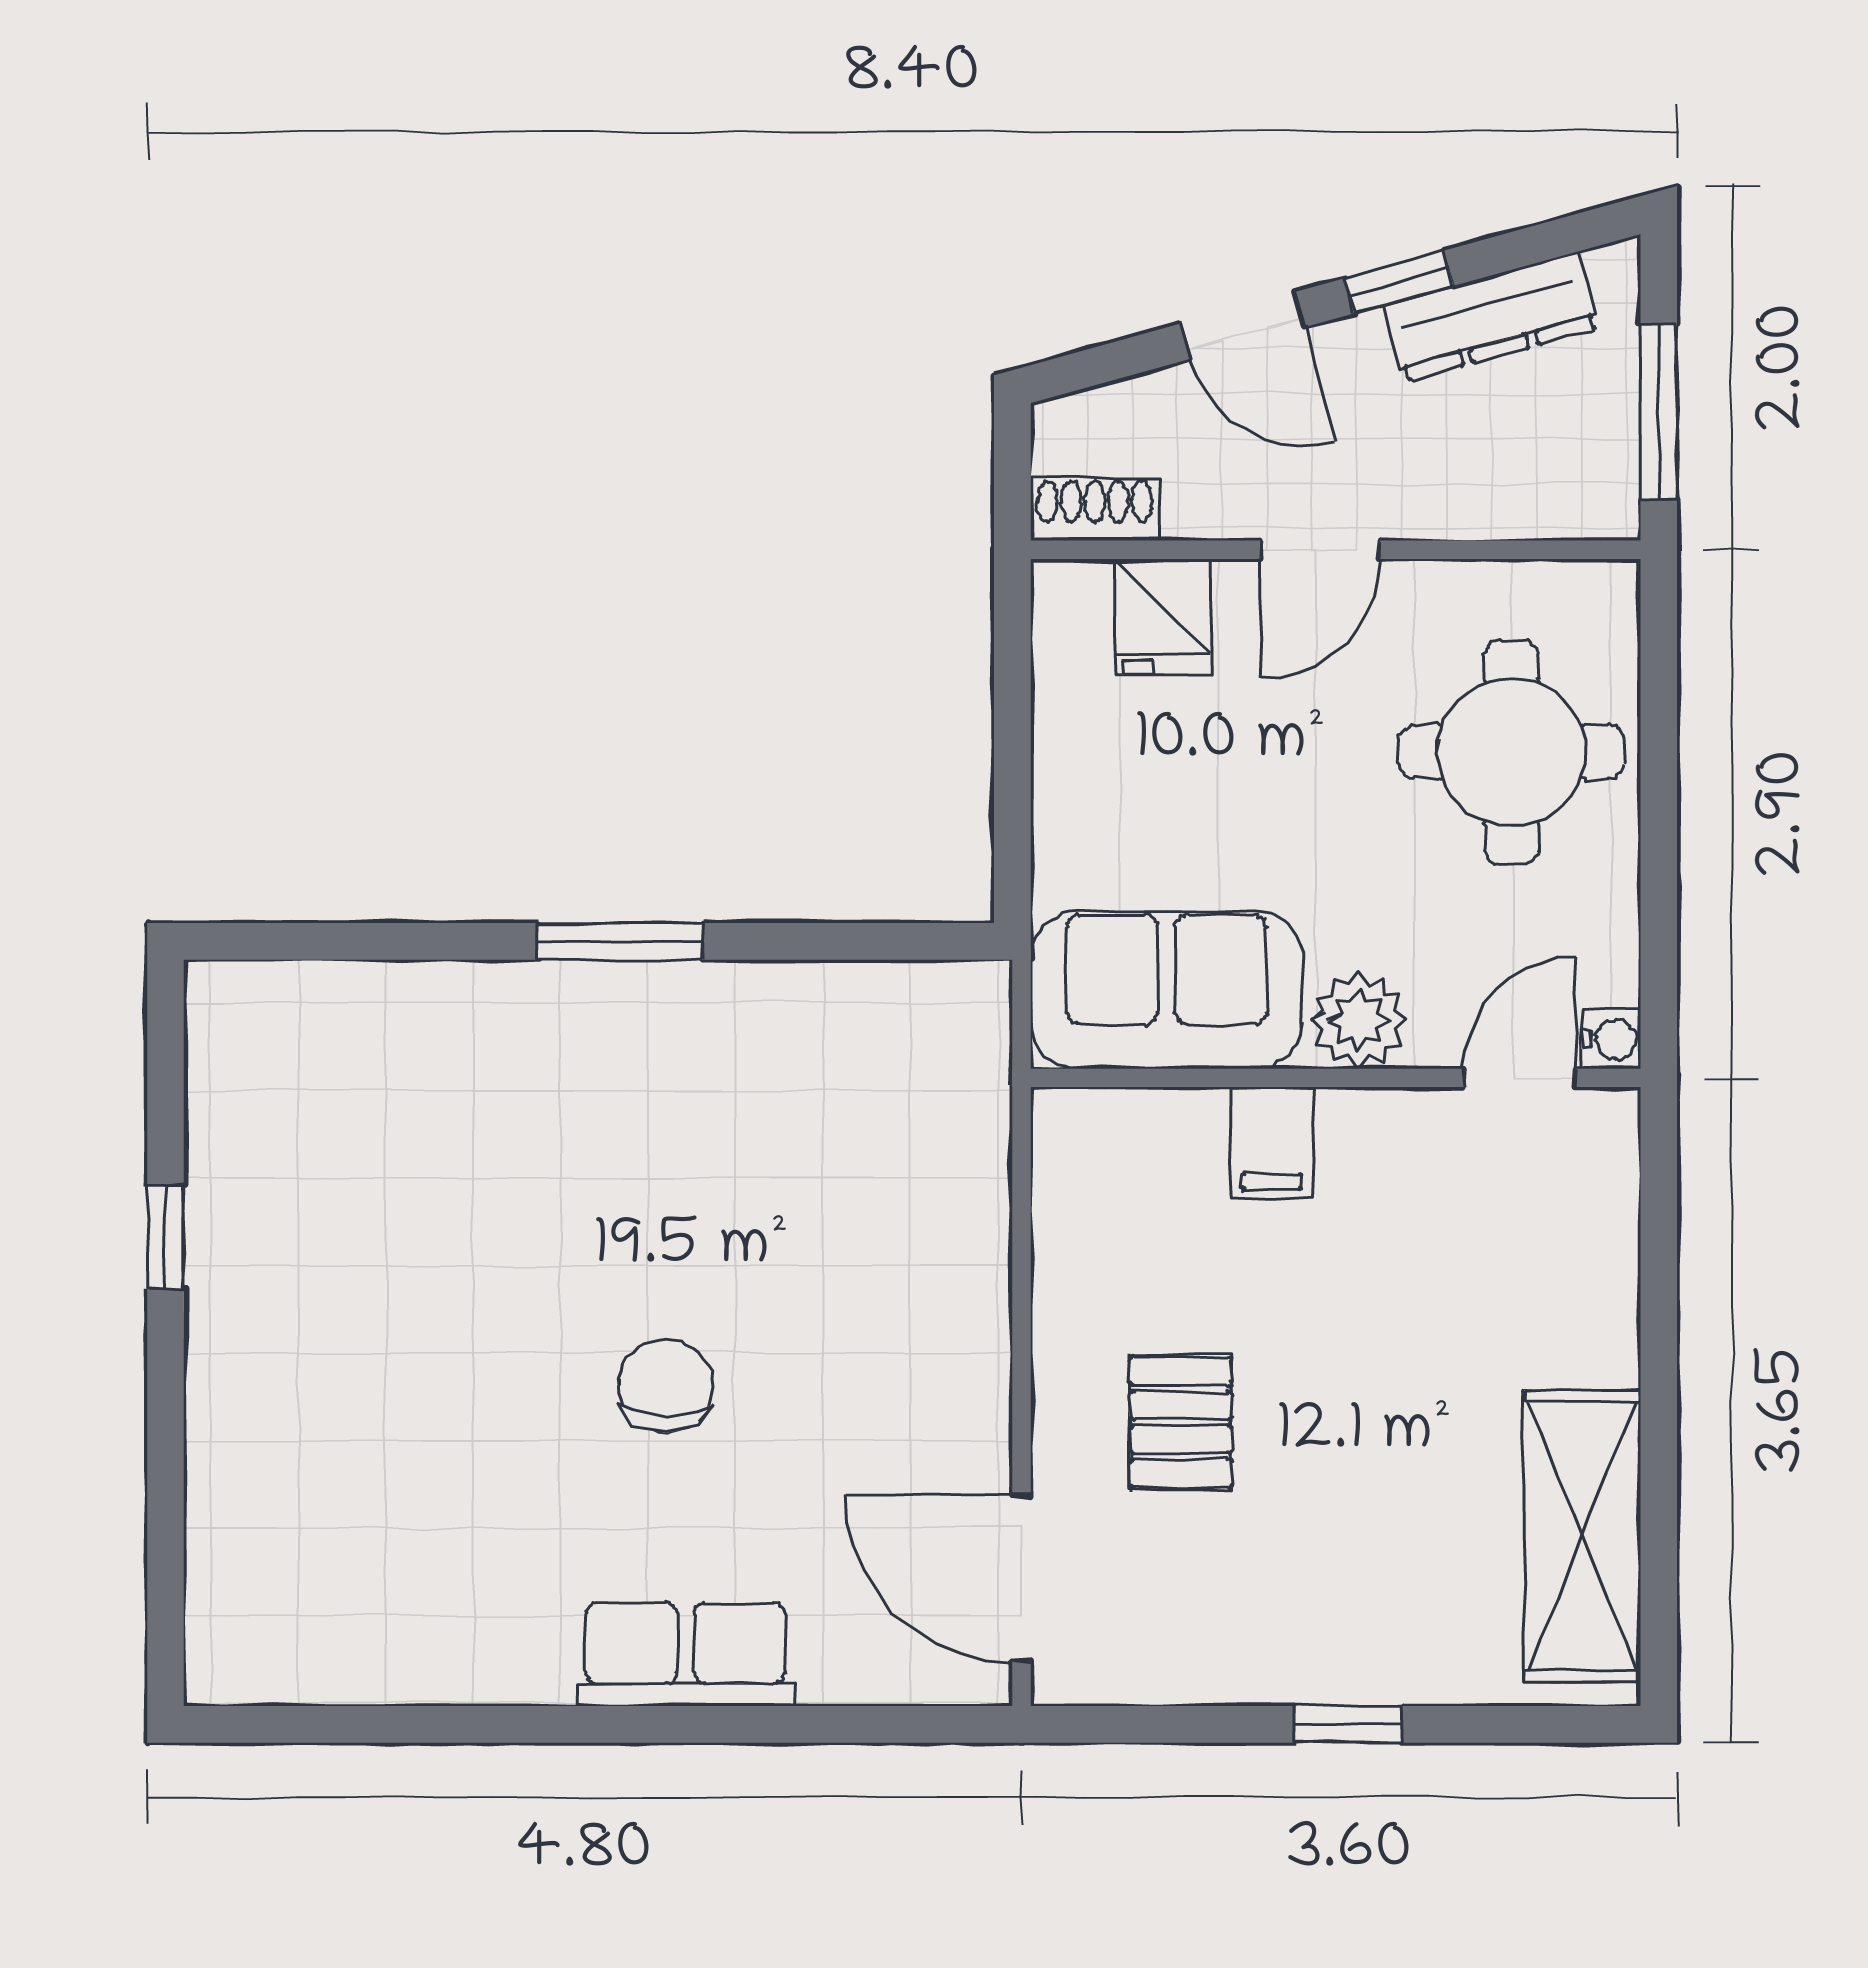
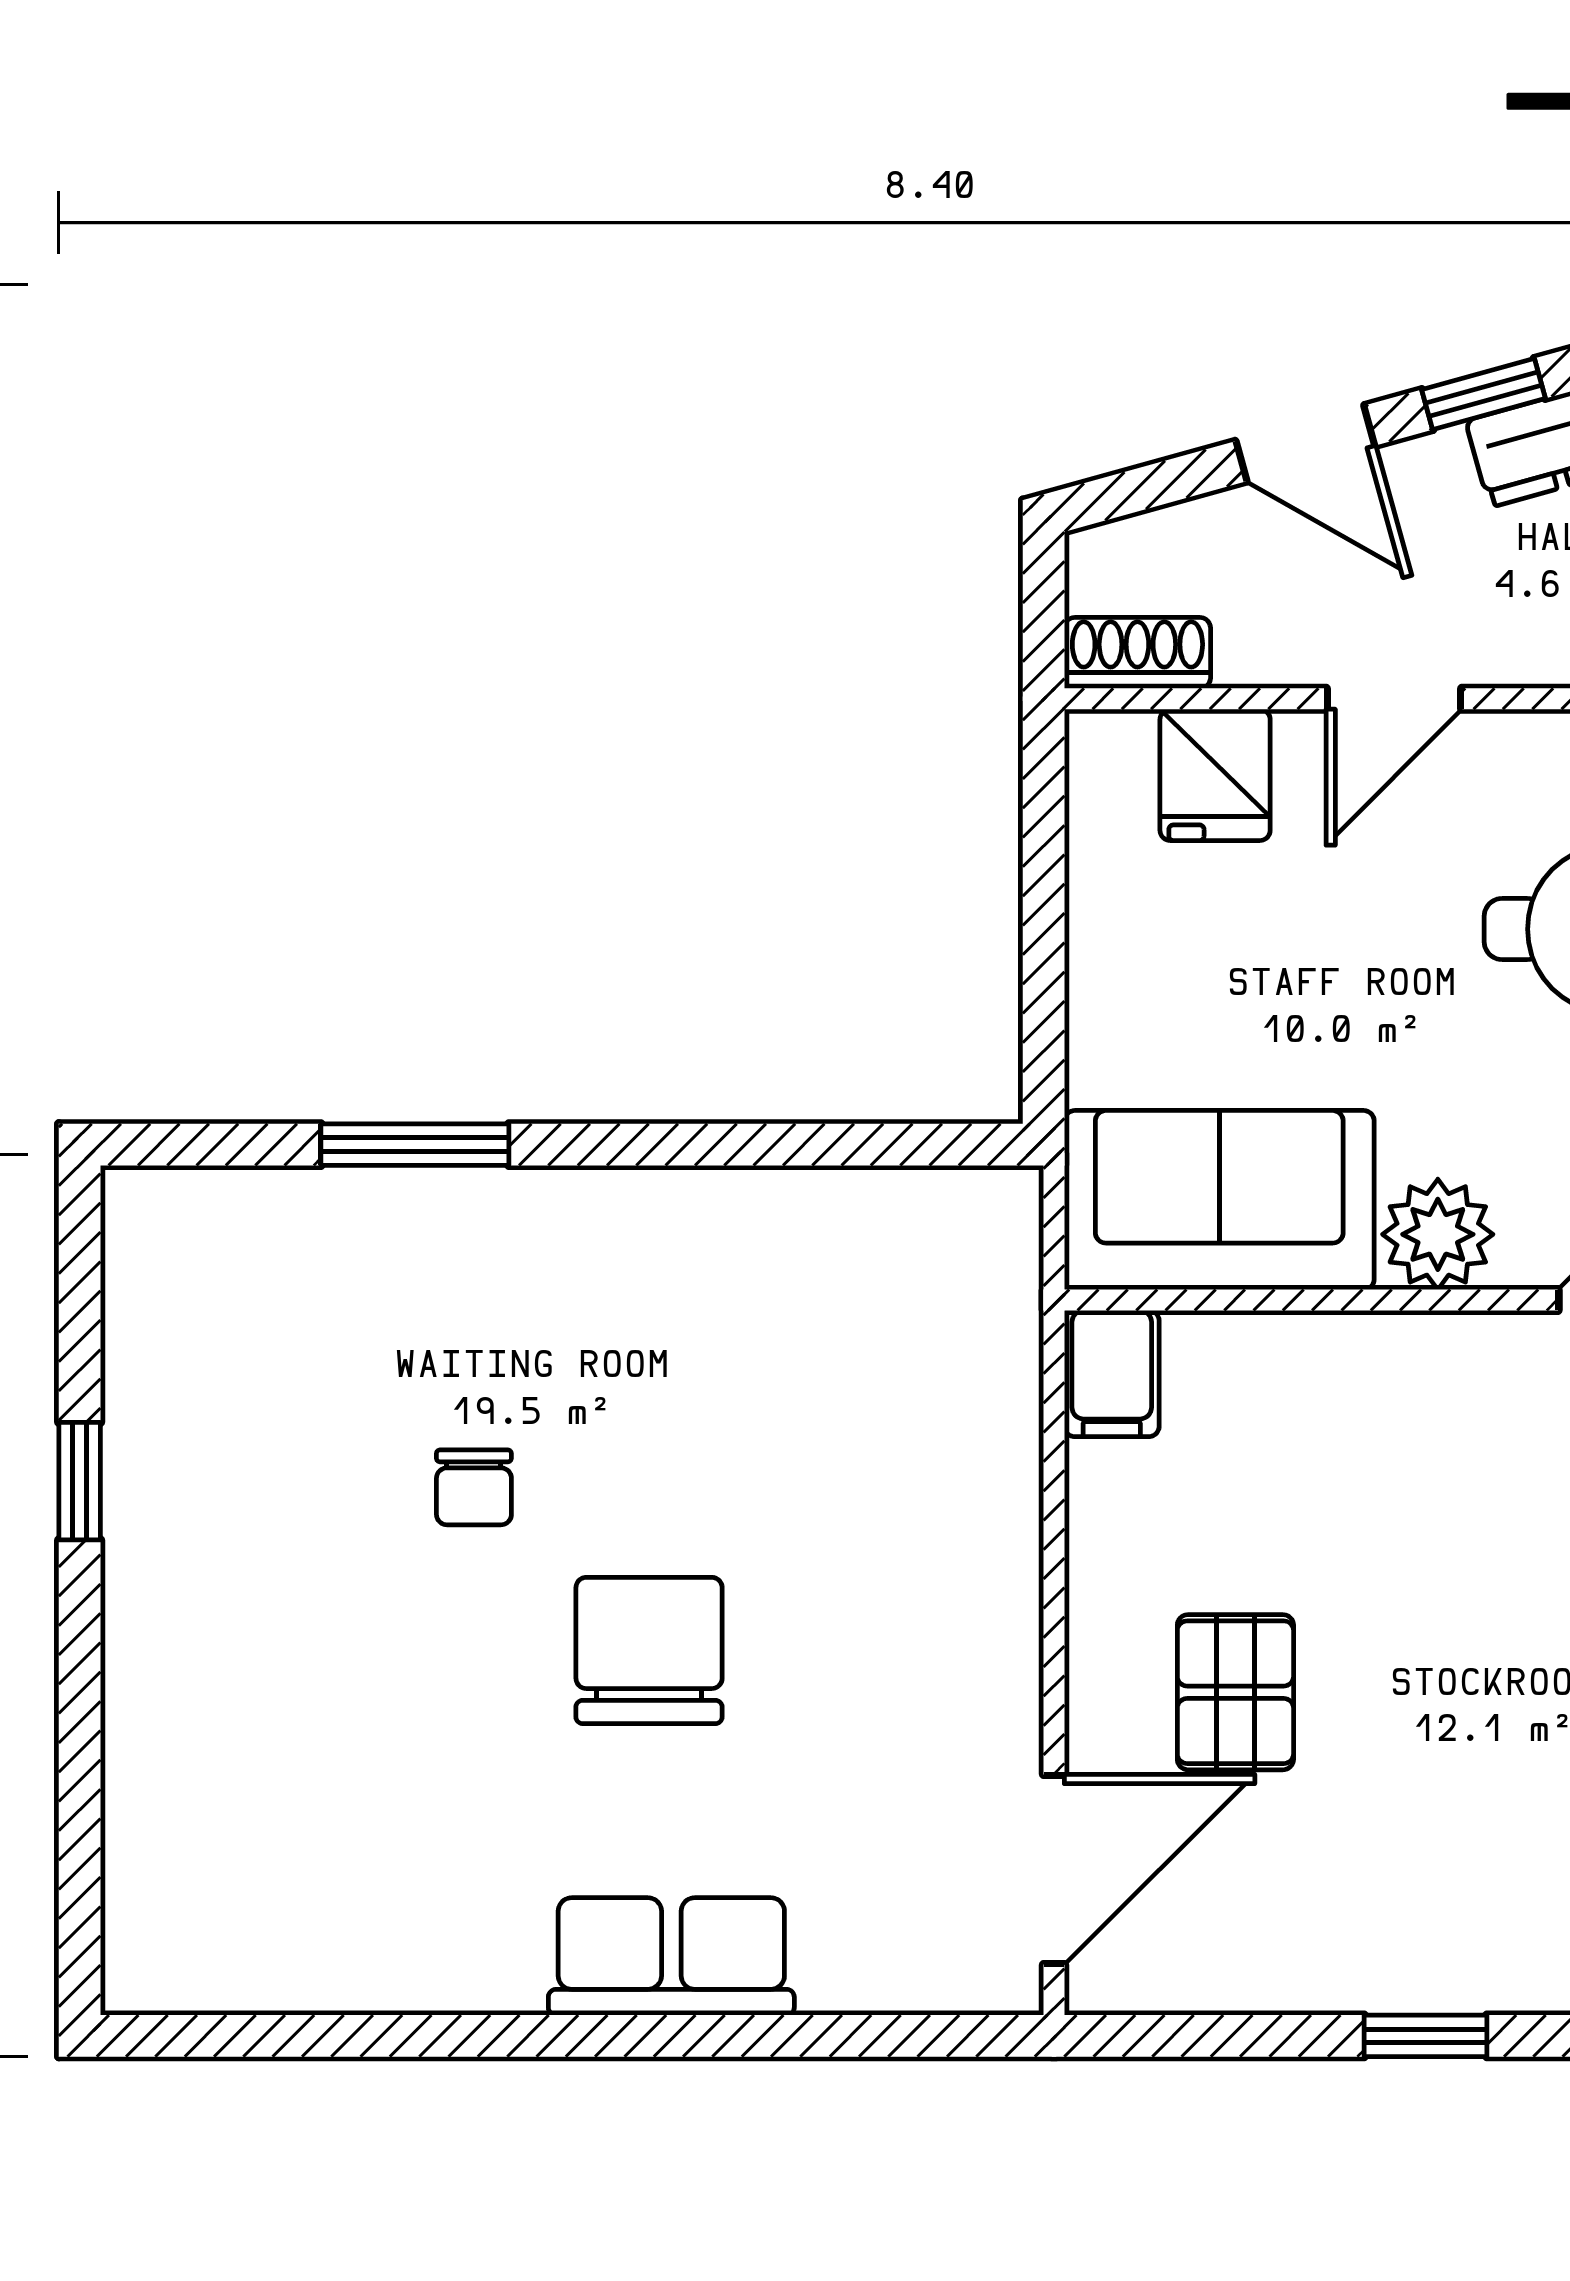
window: (620, 941) -> (415, 1145), moved
filing cabinet: (1272, 1142) -> (1112, 1374), moved
chair: (512, 1242) -> (474, 1487), added
chair: (666, 1386) -> (649, 1651), width x1.37, depth x1.37
door: (1021, 1578) -> (1054, 1870), swing flipped

